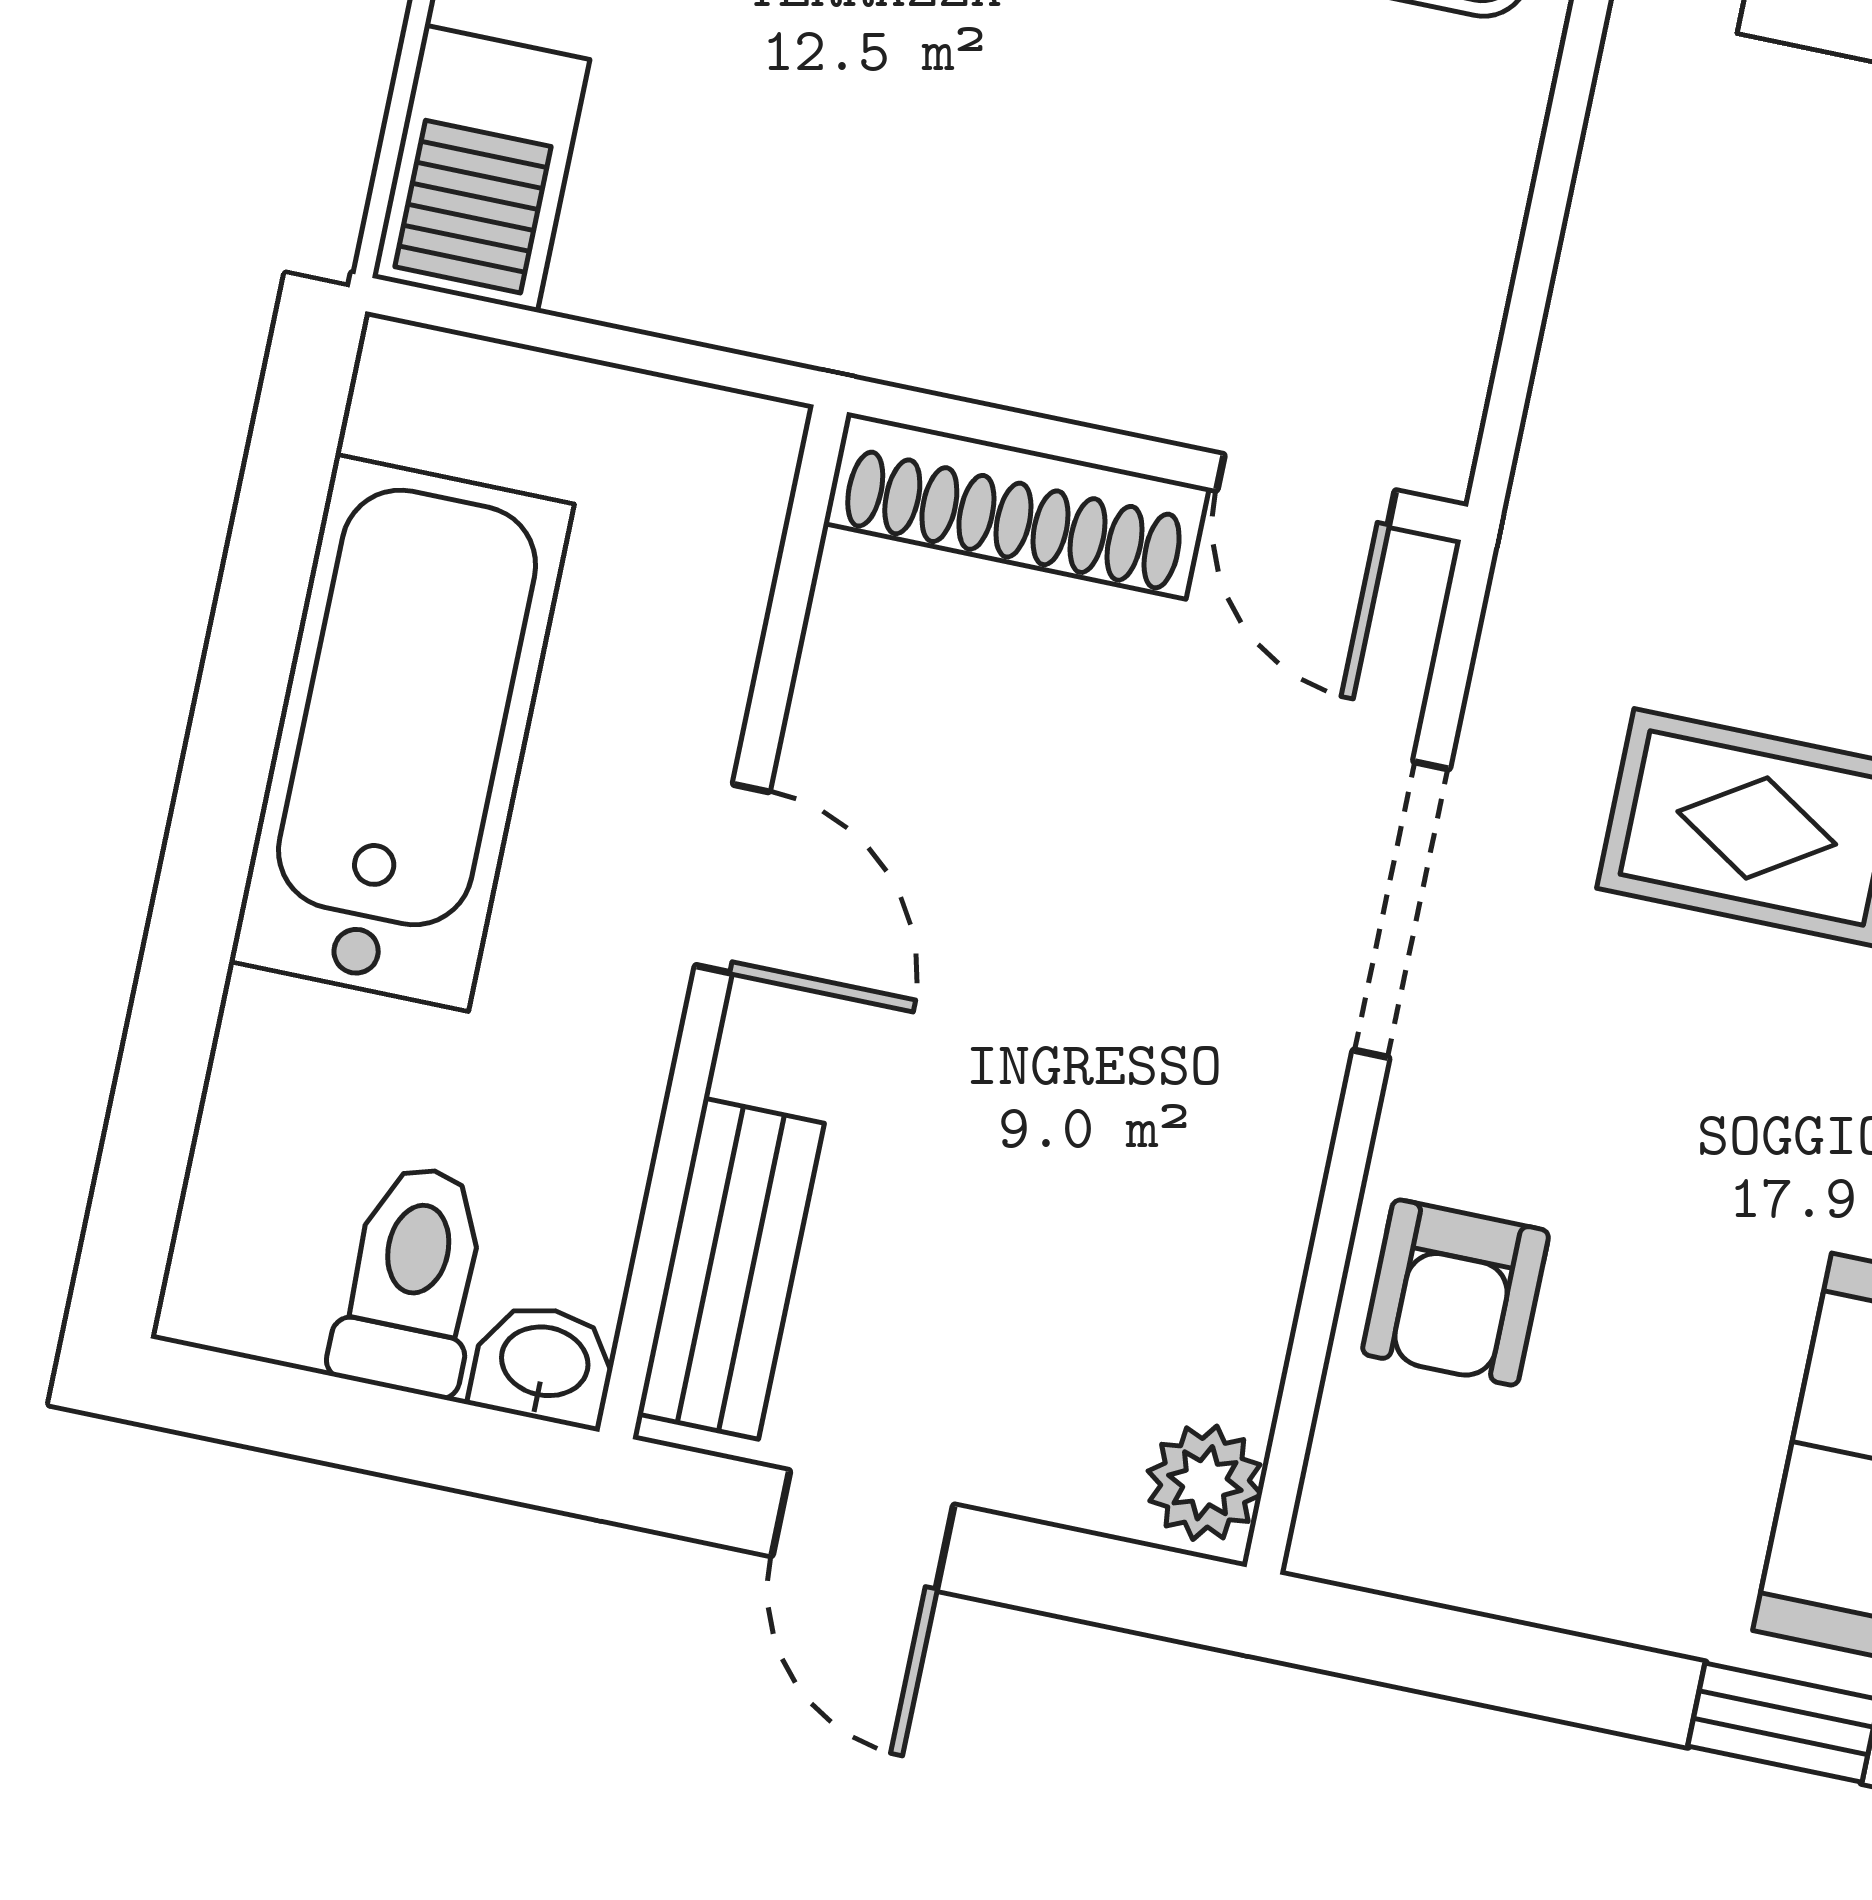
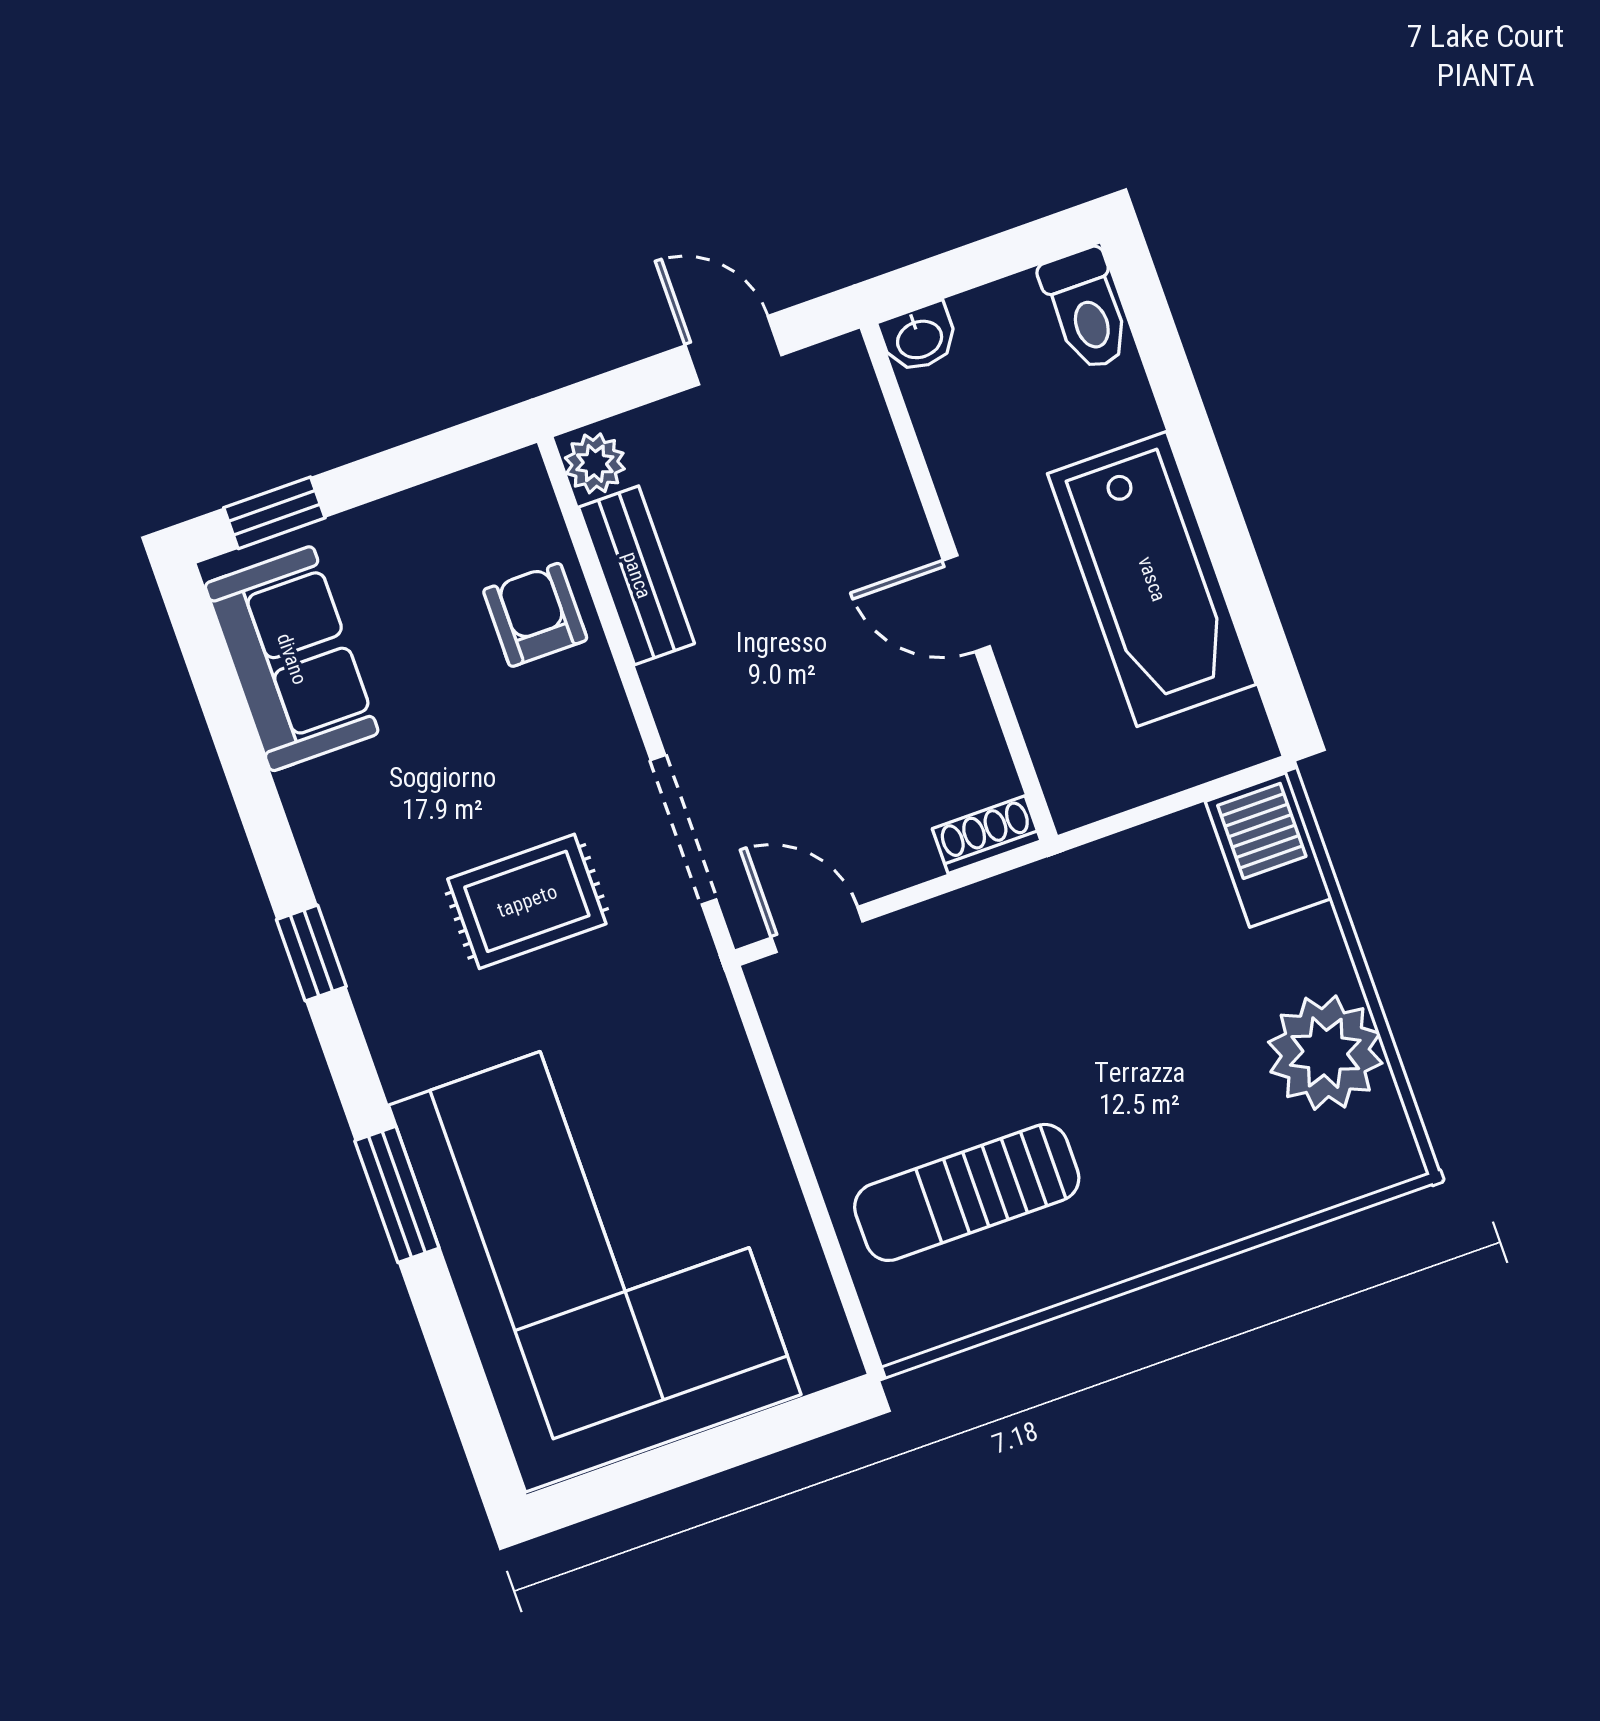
shoe rack: (1016, 506) -> (987, 835), width x0.51, depth x0.81
doorway: (1401, 909) -> (683, 830), moved
bench: (731, 1269) -> (637, 575), moved
toilet: (412, 1280) -> (1086, 309), moved

